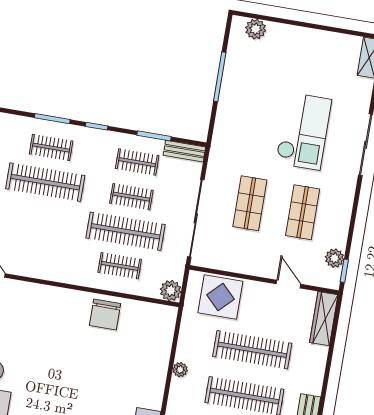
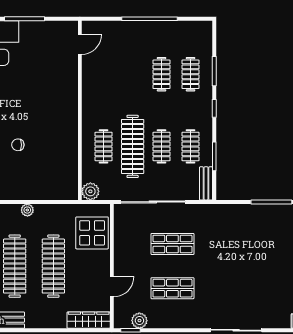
checkout: (304, 131) -> (239, 278), removed
clothes rail: (45, 182) -> (162, 74), width x0.54, depth x0.76
chair: (105, 314) -> (18, 145), moved, width x0.54, depth x0.54

